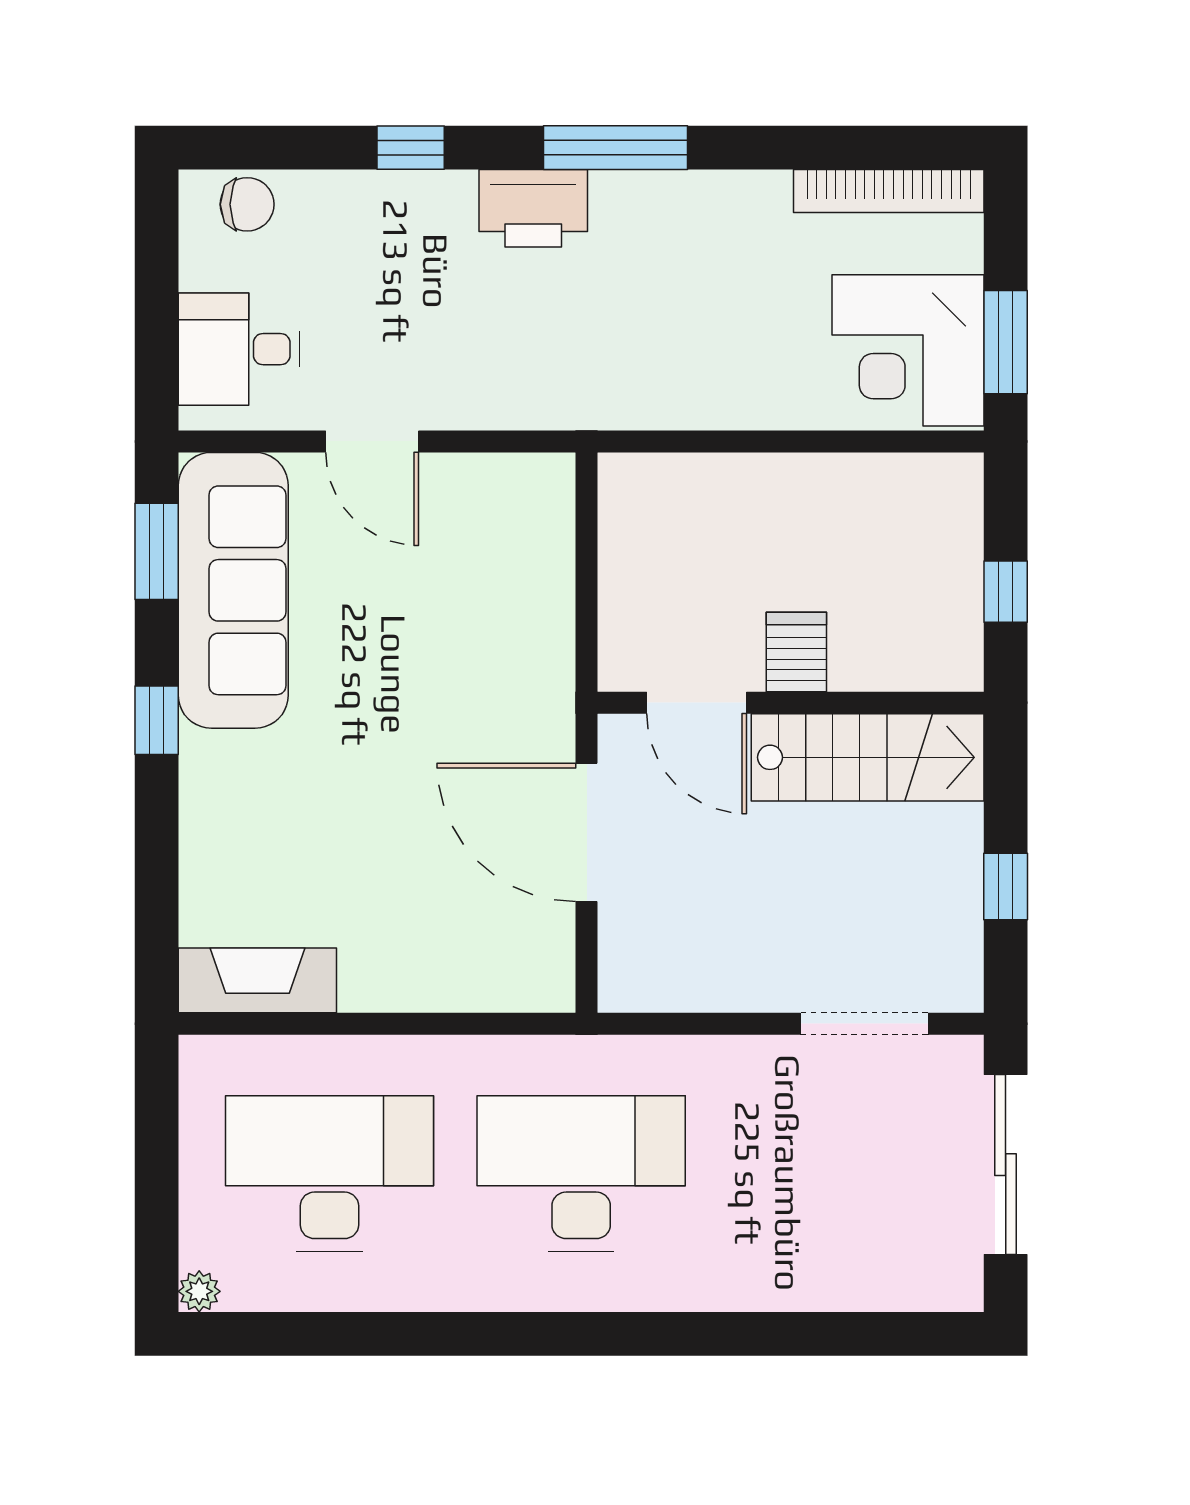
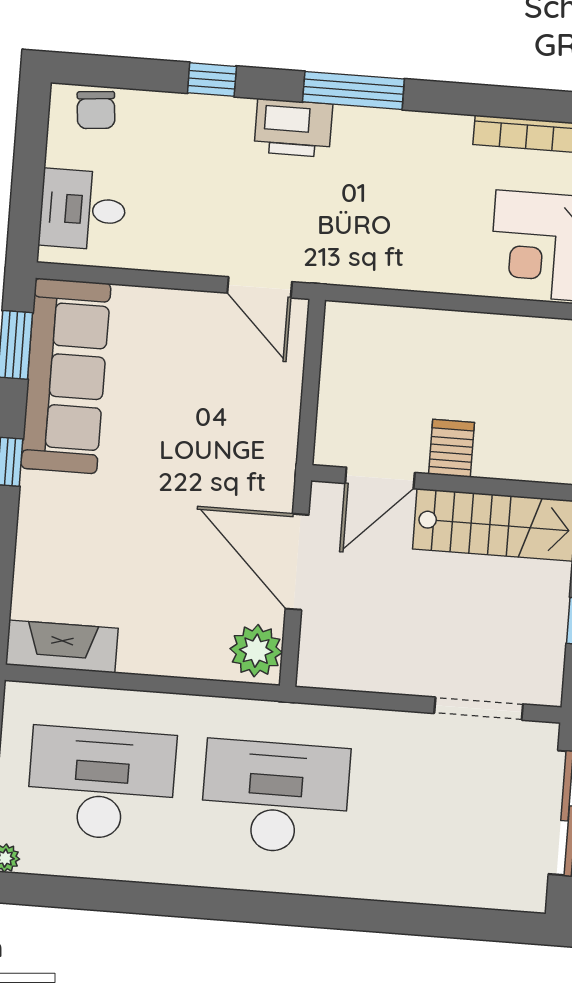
chair: (247, 204) -> (96, 110), turned 85
door: (372, 441) -> (260, 287), moved
door: (697, 703) -> (380, 478), hinge flipped
plant: (538, 965) -> (256, 651), added

